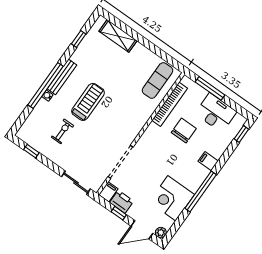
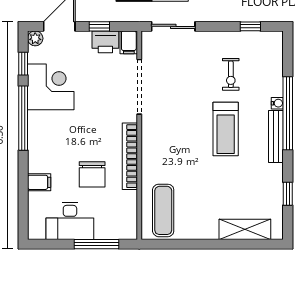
bookcase: (170, 104) -> (130, 156), moved
window: (241, 134) -> (23, 64), moved
filing cabinet: (208, 161) -> (39, 182), moved

